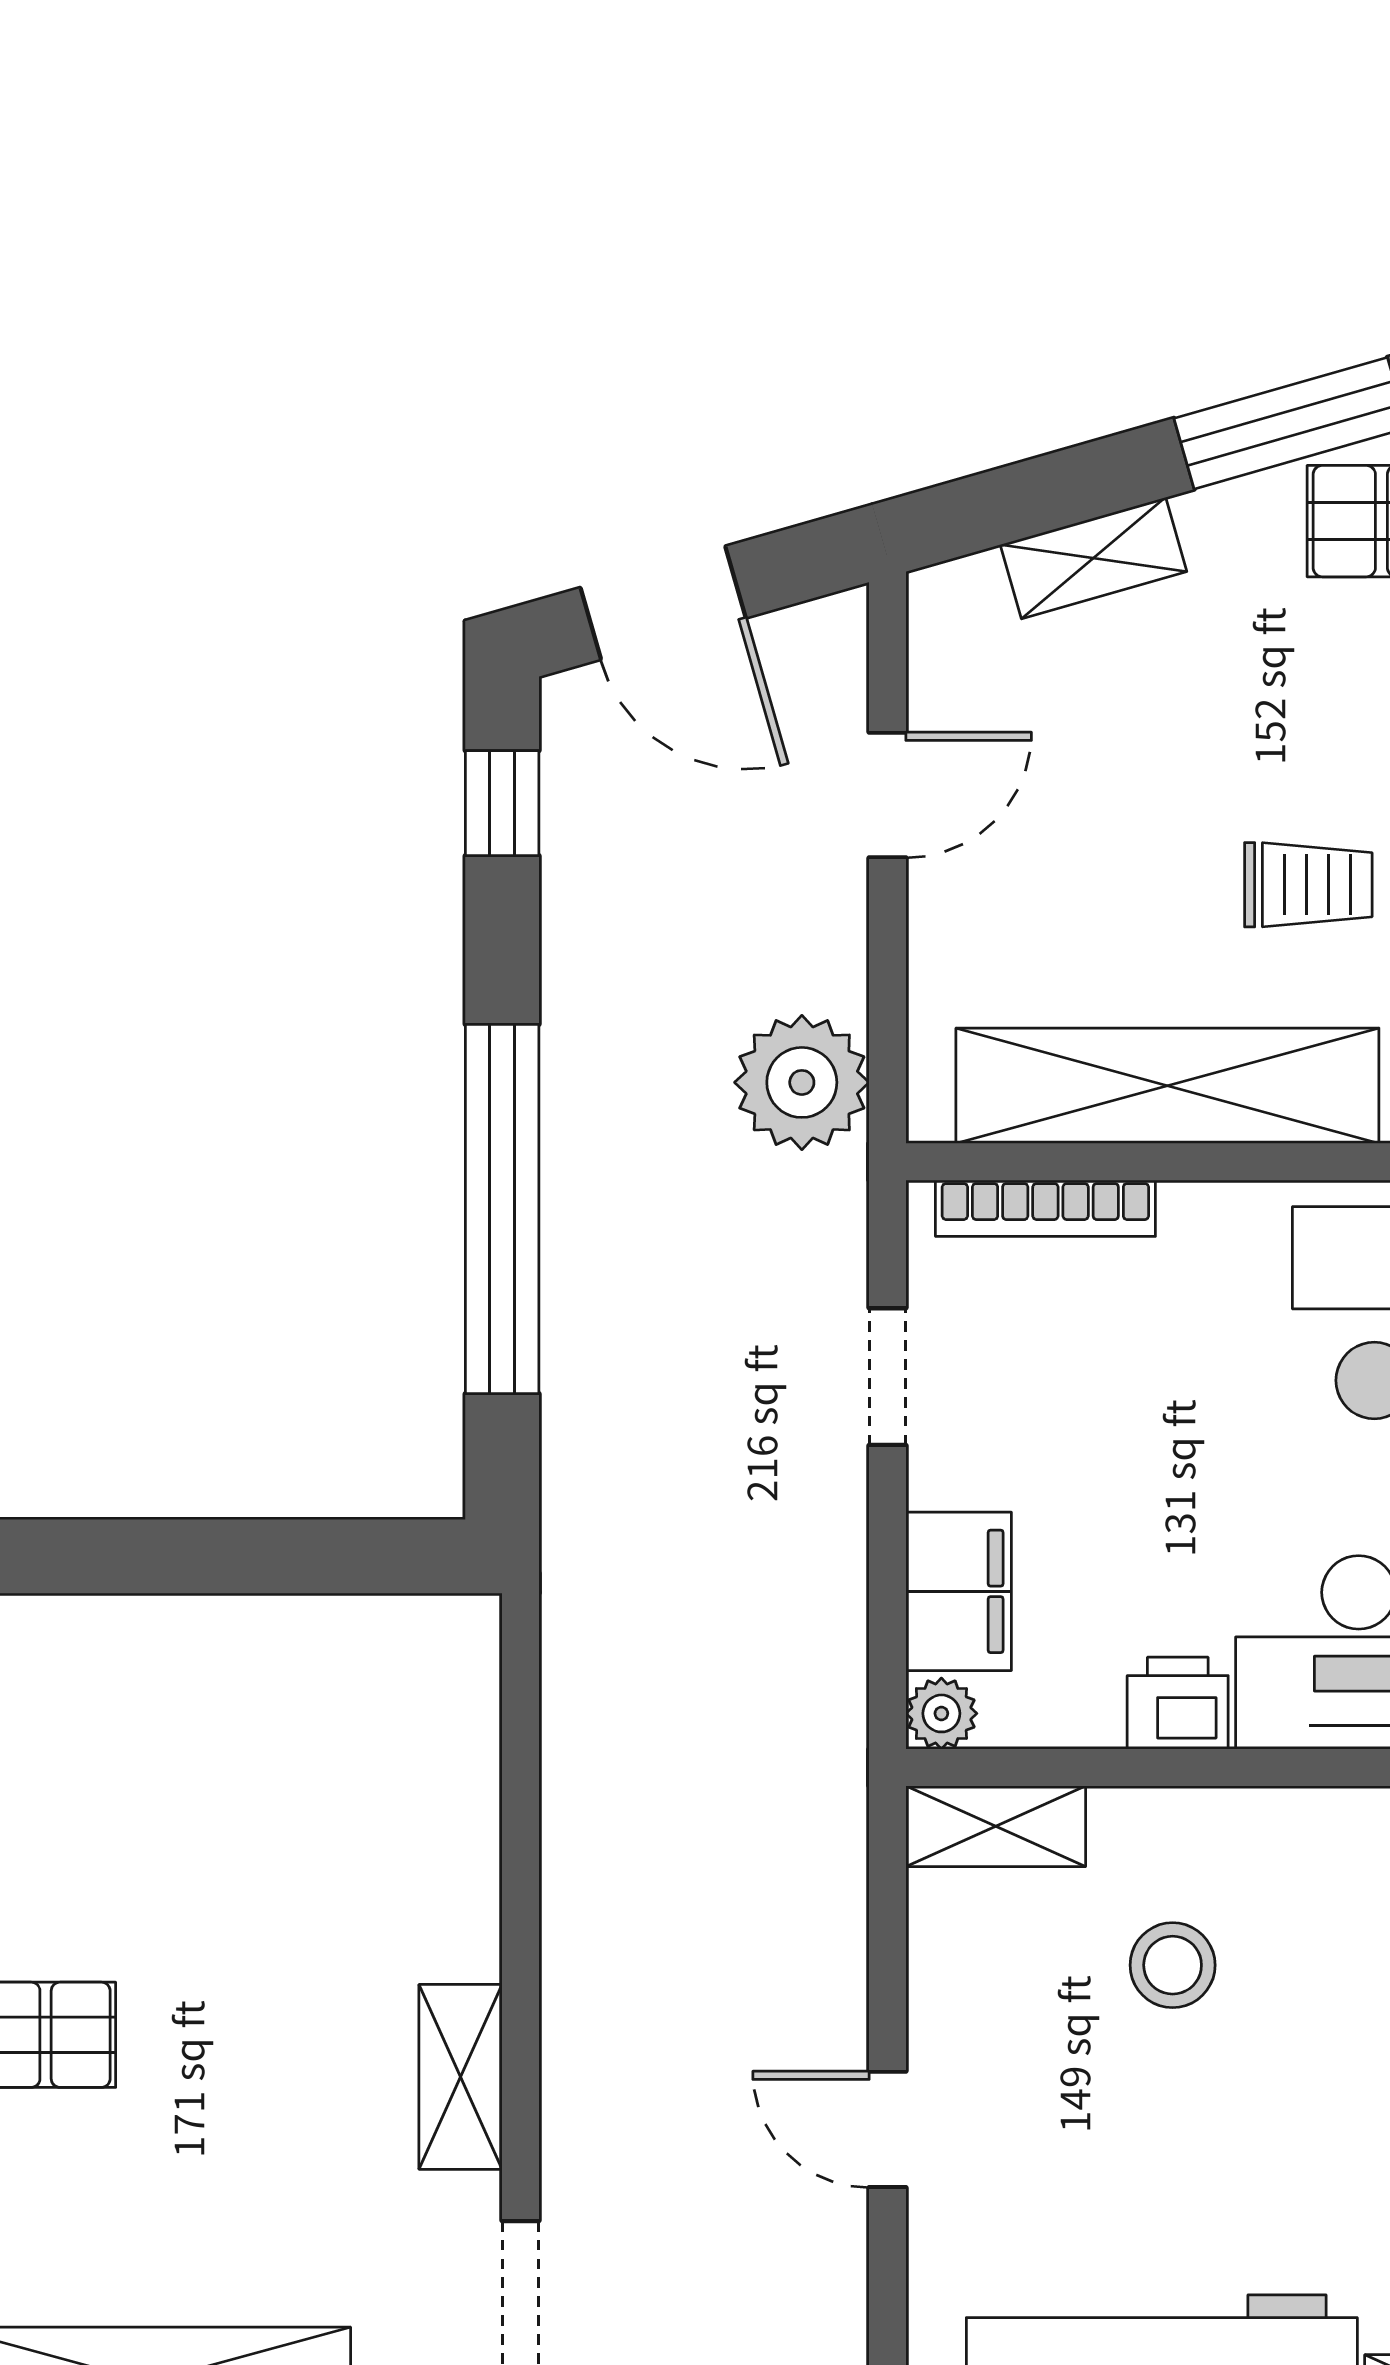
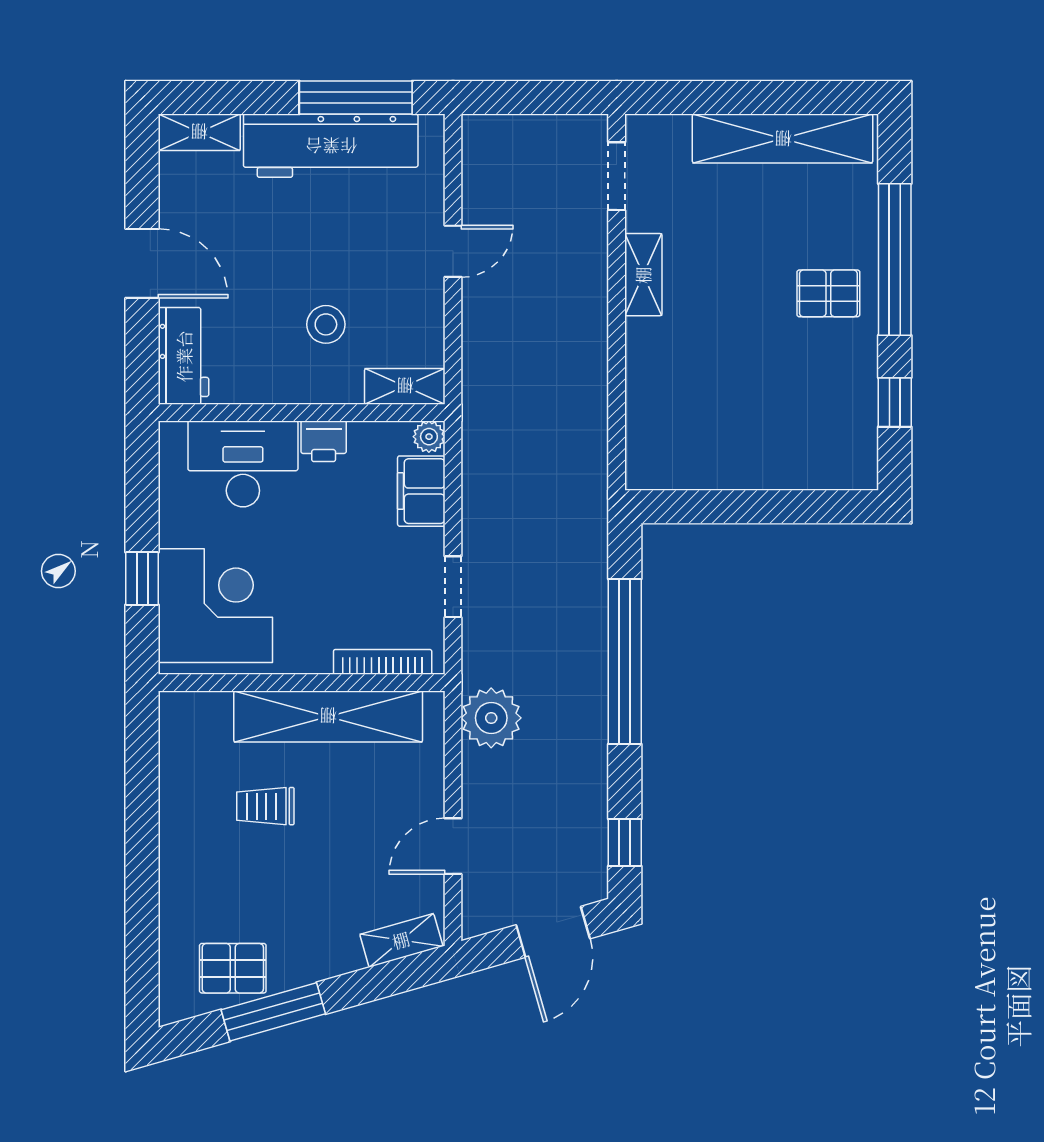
shelving: (1094, 558) -> (401, 940), moved
door: (663, 603) -> (553, 932), swing flipped
door: (887, 2129) -> (453, 251), hinge flipped

